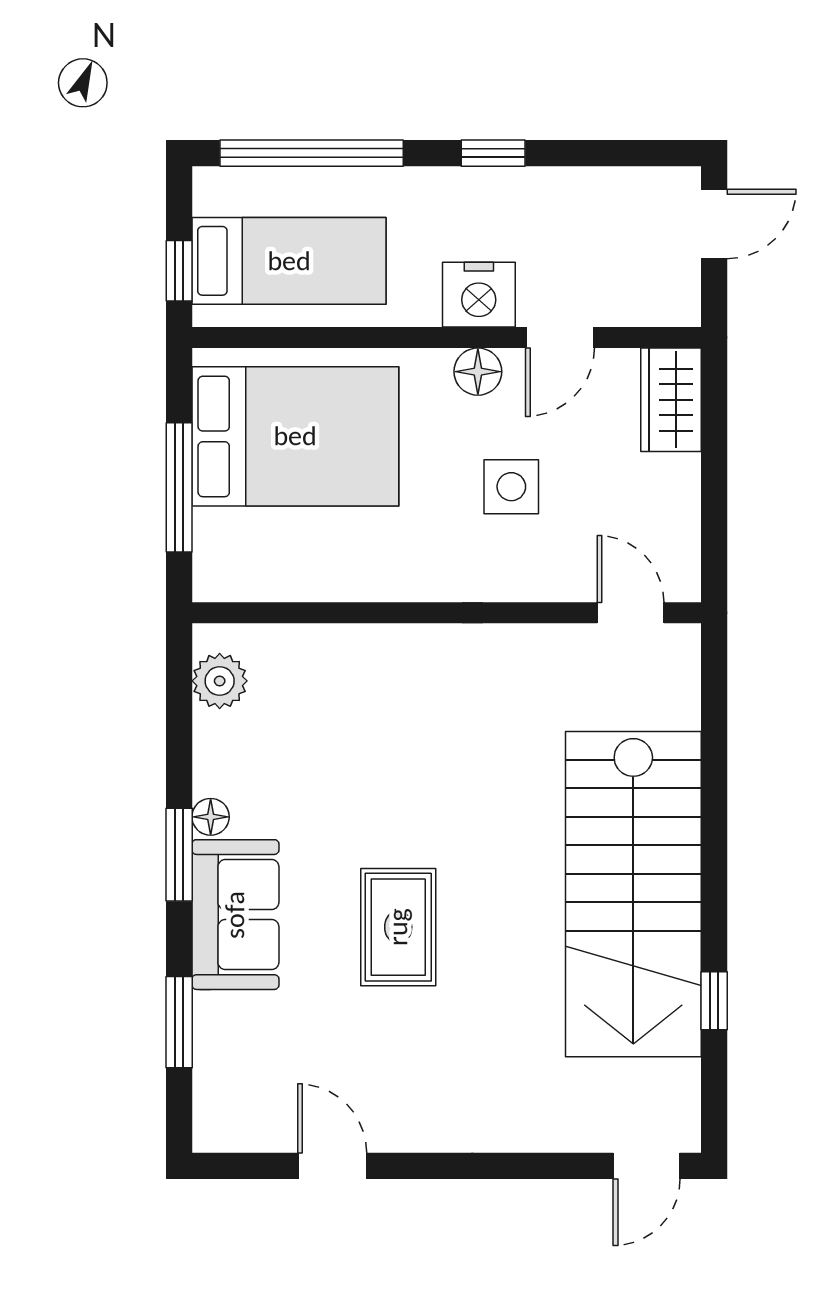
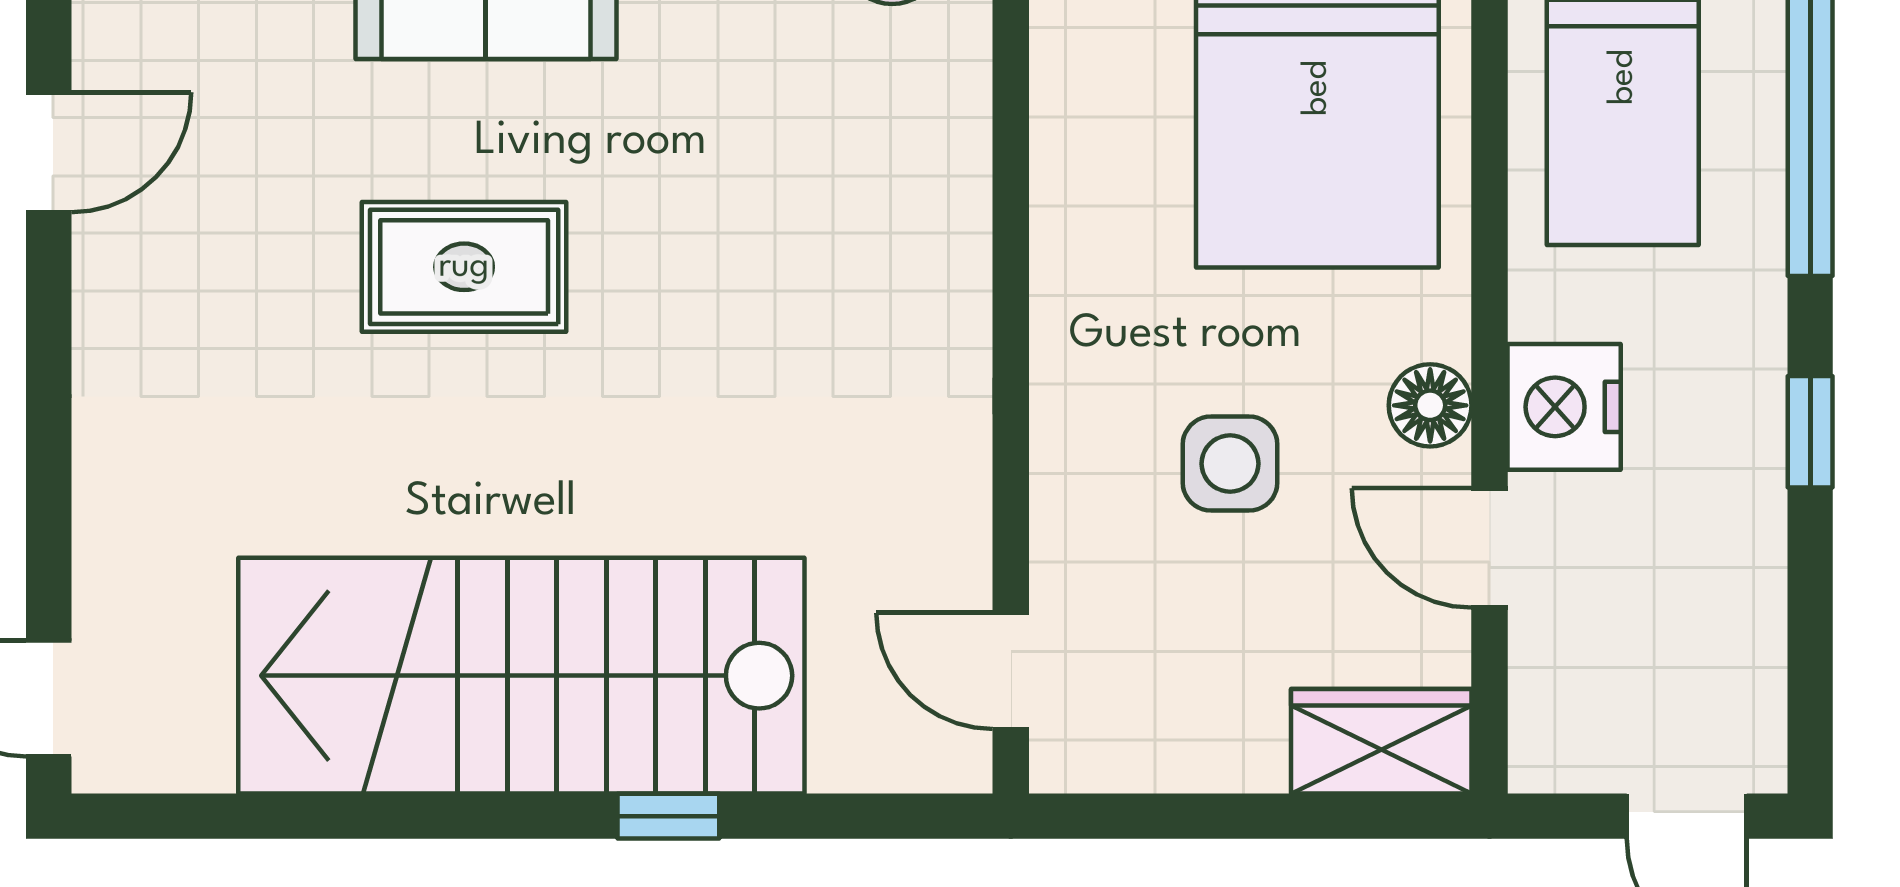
door: (631, 613) -> (1011, 671), swing flipped
window: (714, 1001) -> (668, 816), moved

